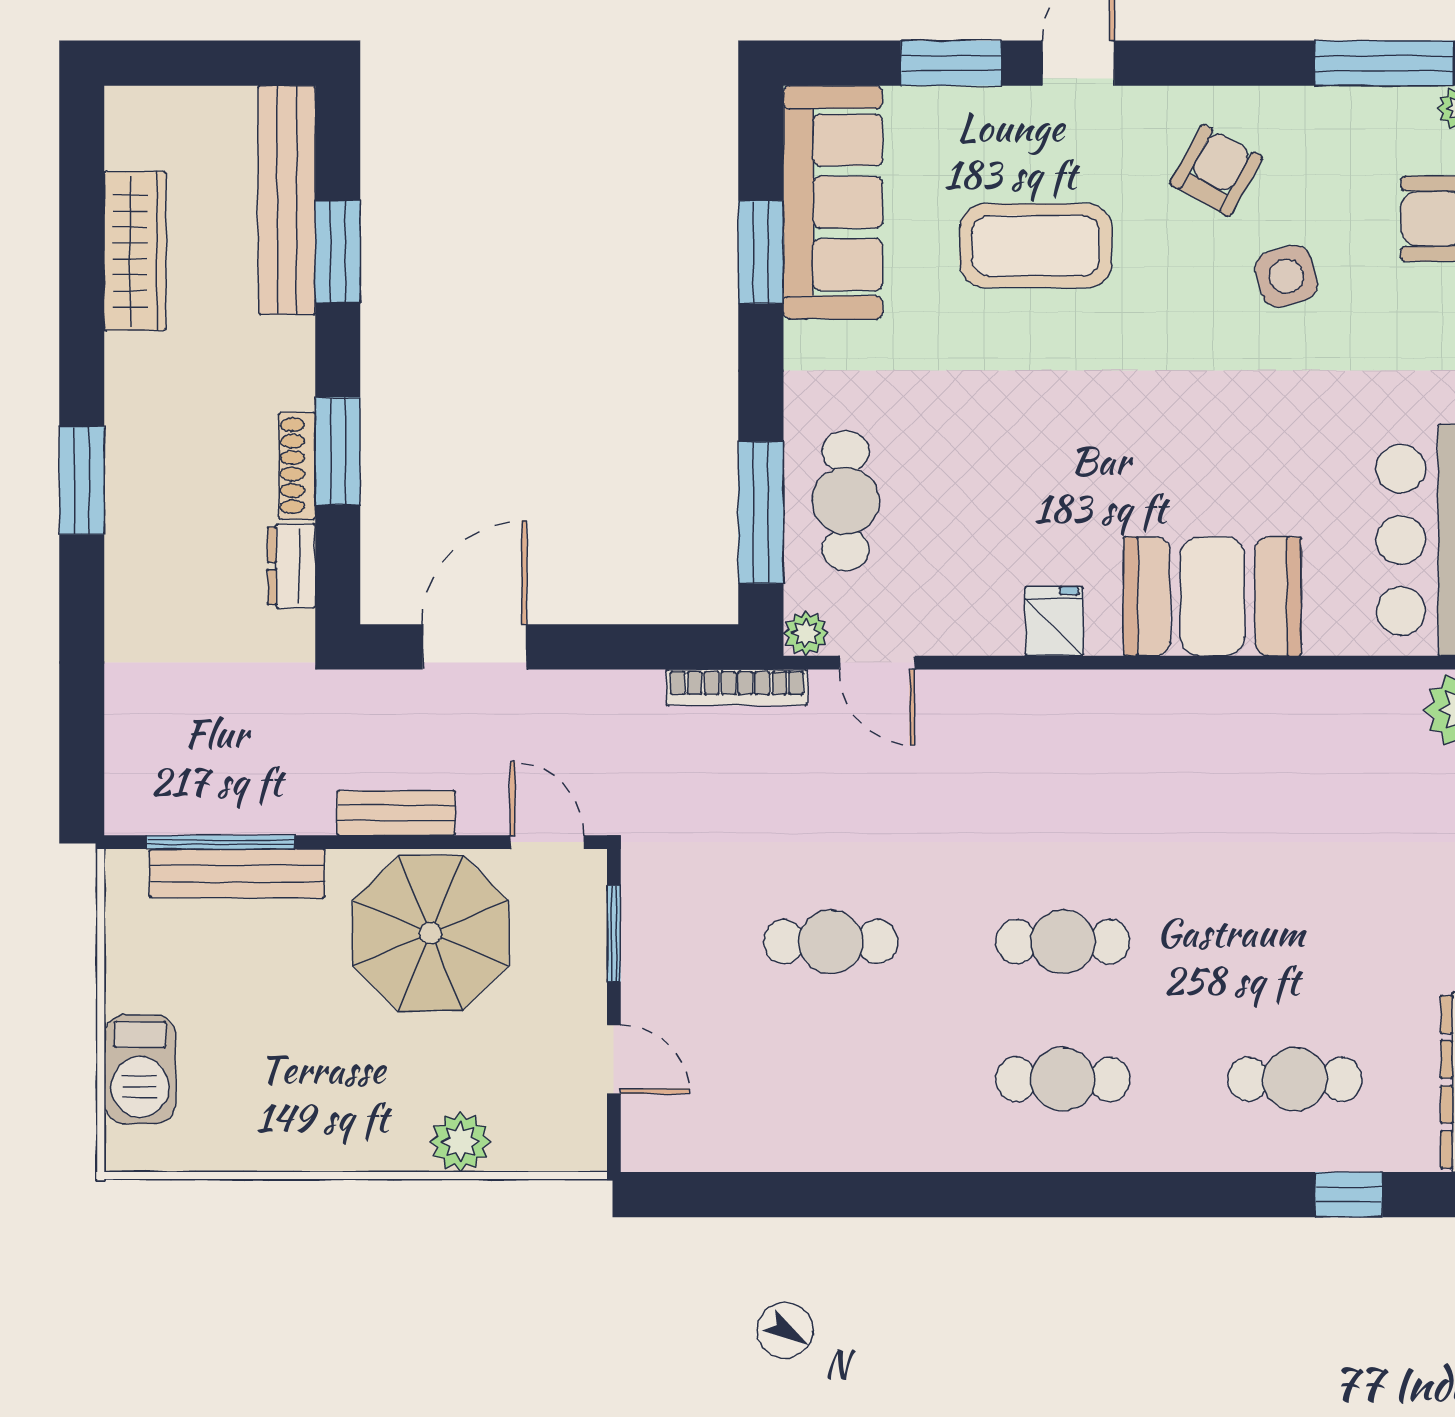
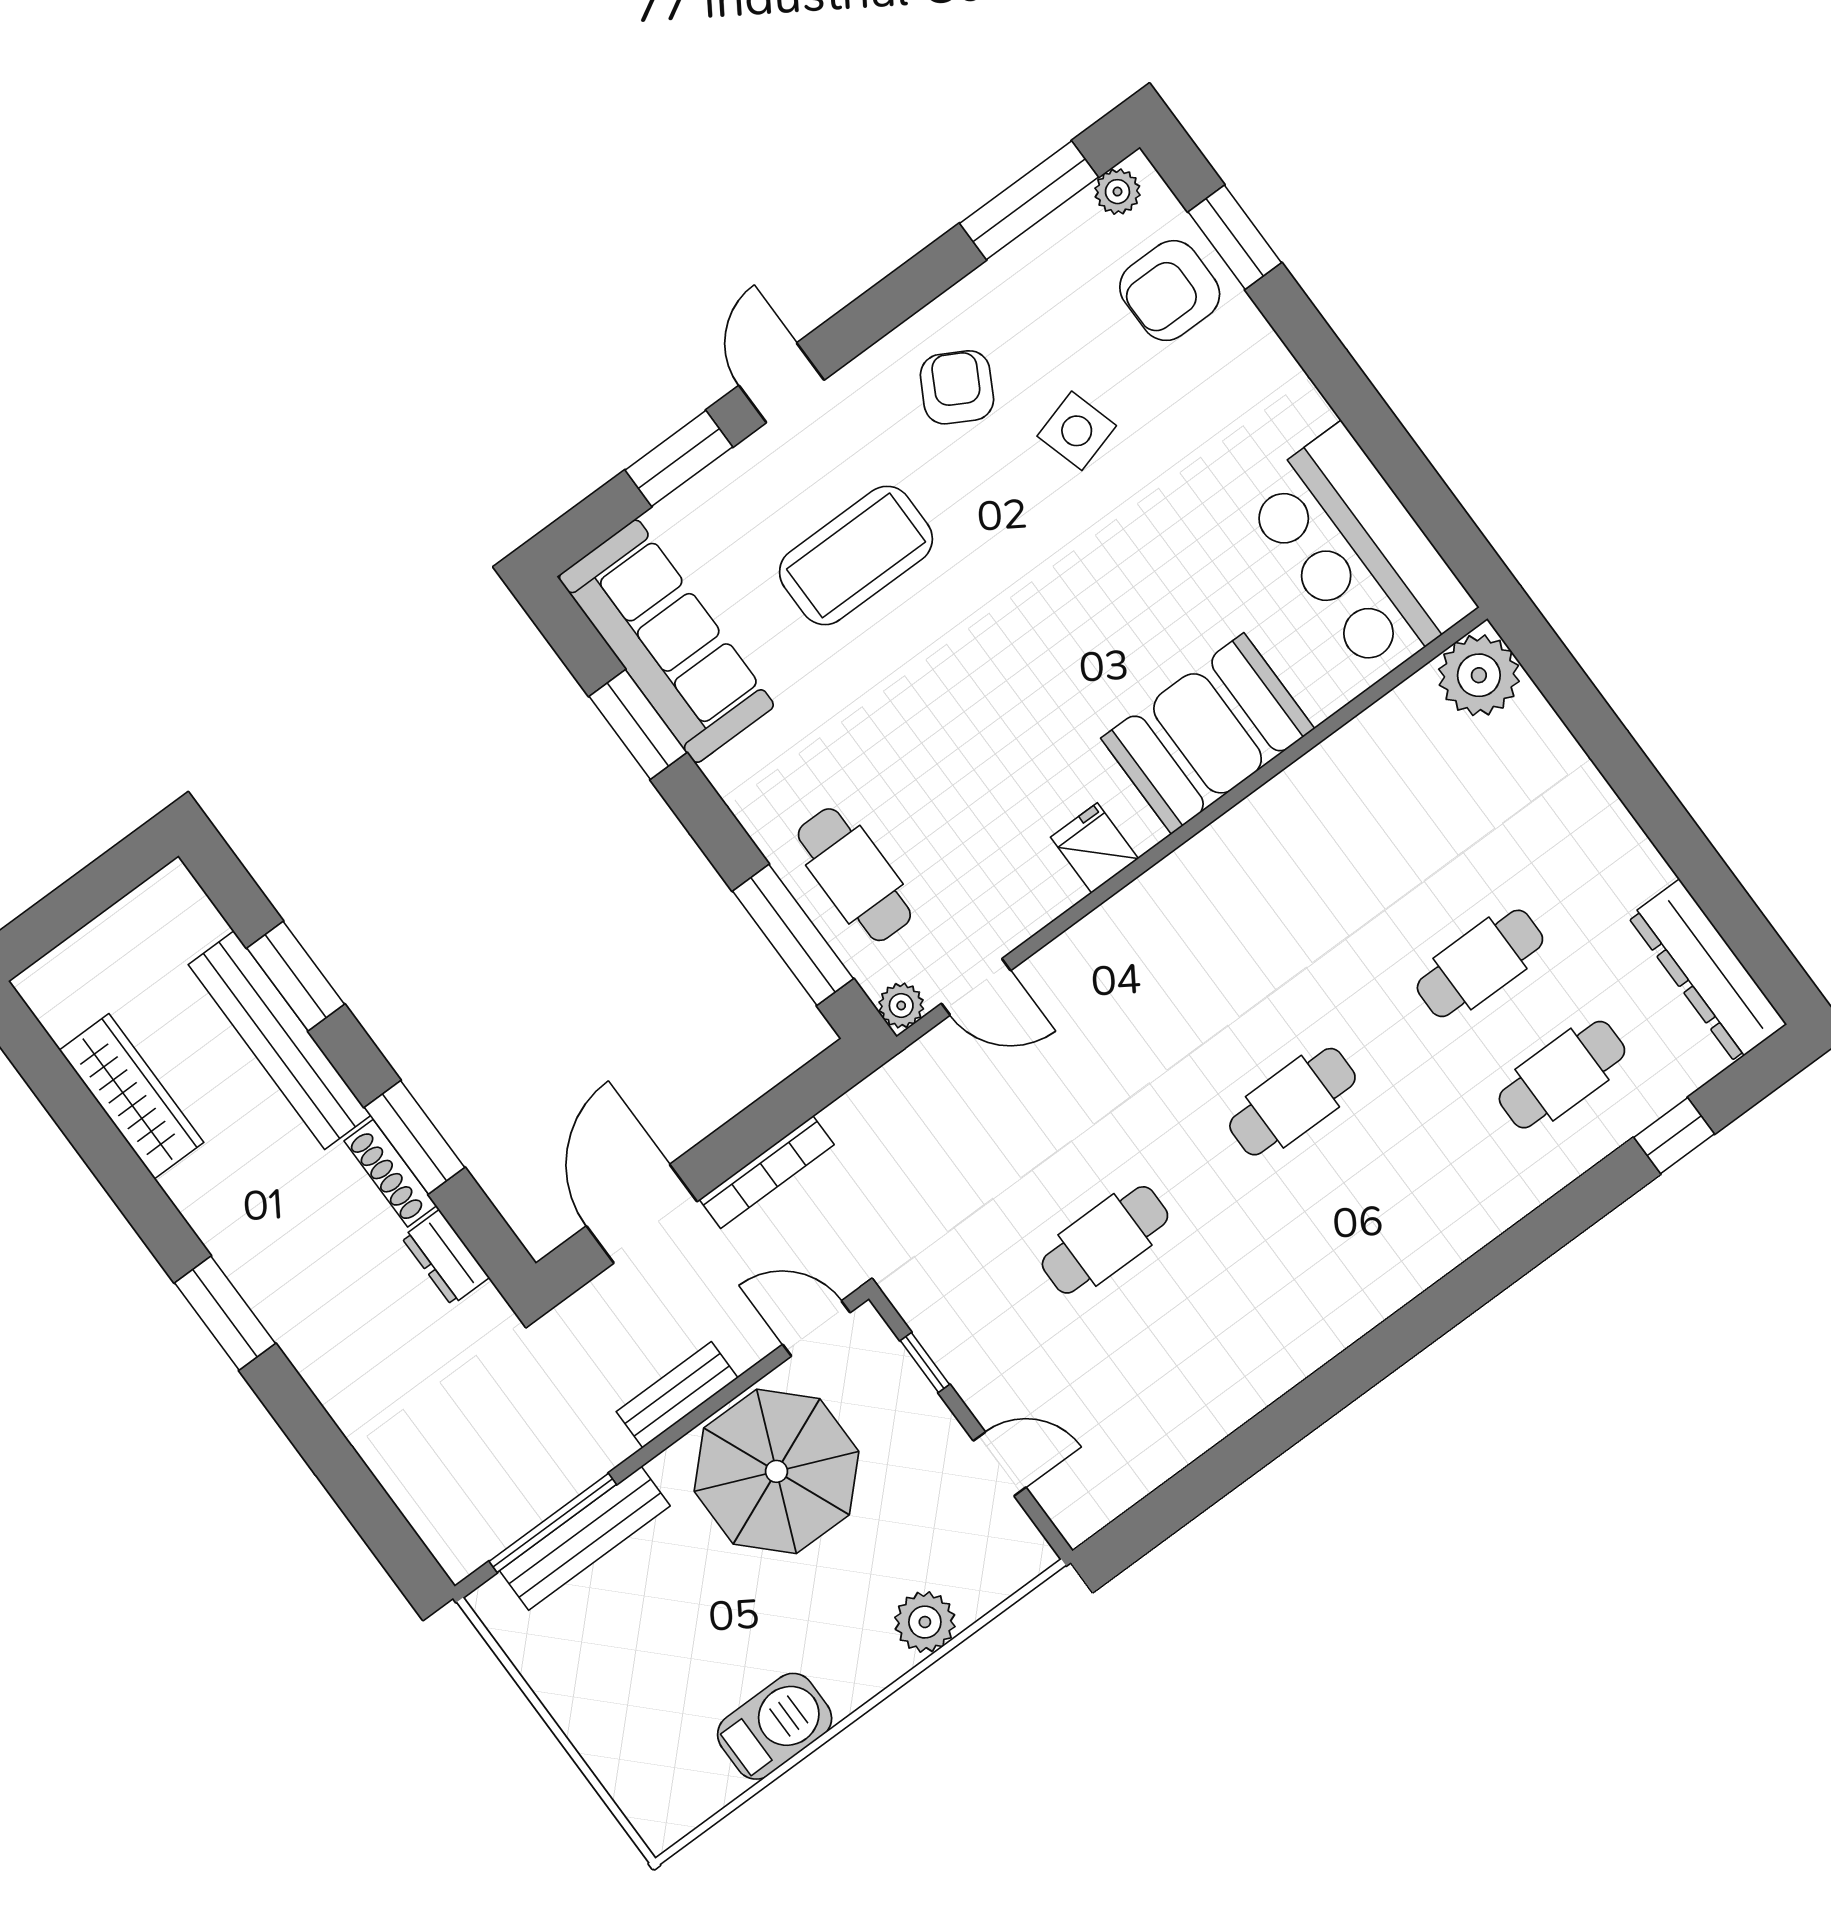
bench: (287, 200) -> (279, 1040), moved
bookcase: (737, 687) -> (767, 1172), moved
window: (614, 934) -> (925, 1363), width x0.67
barbecue: (140, 1069) -> (775, 1726), moved, turned -90
cafe table: (1063, 1079) -> (1480, 963), moved

